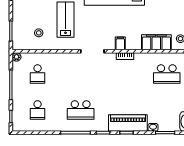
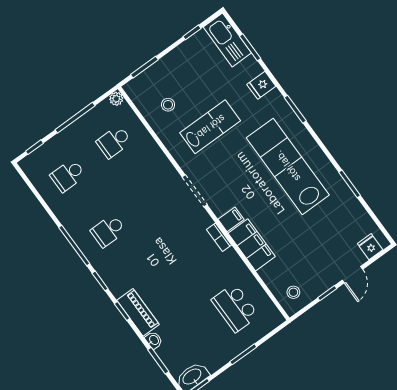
filing cabinet: (156, 42) -> (252, 245), moved
school desk: (81, 110) -> (108, 231), width x0.54
piano: (128, 123) -> (138, 312), width x0.73, depth x0.75

